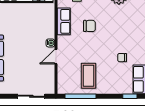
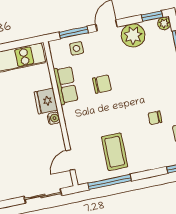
fridge: (47, 30) -> (46, 101), added
door: (56, 57) -> (70, 160), moved

